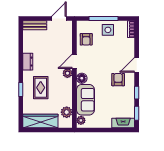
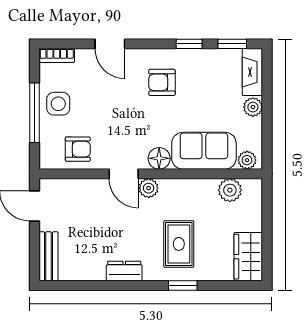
door: (137, 65) -> (110, 44), moved
rug: (41, 88) -> (179, 244), turned 90
wardrobe: (40, 121) -> (248, 257), width x0.67
plant: (106, 123) -> (253, 107), added

